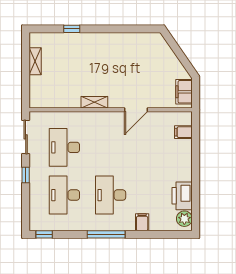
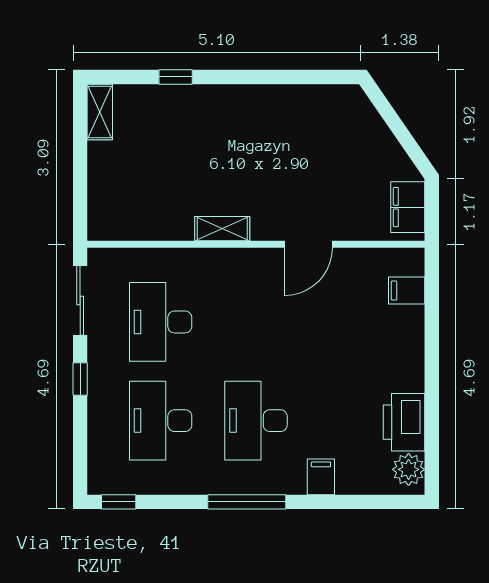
shelving: (35, 61) -> (100, 112), moved

